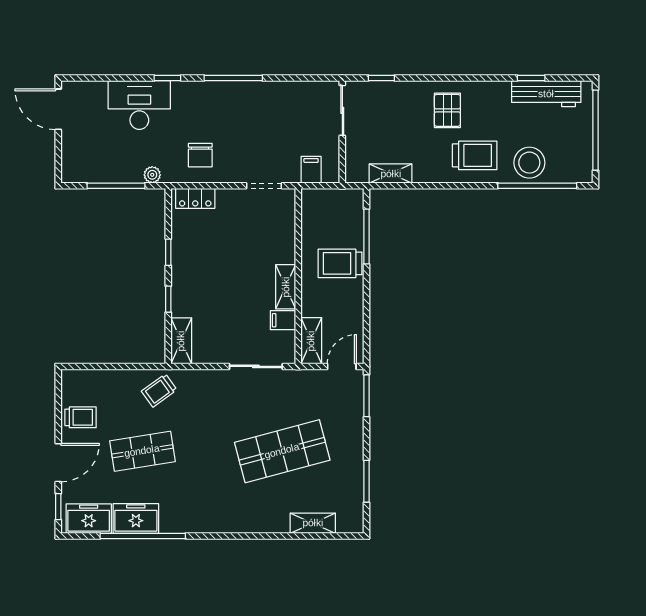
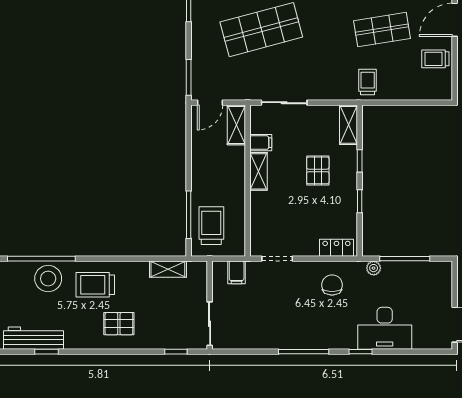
pallet: (447, 110) -> (119, 324), turned 90
trolley: (340, 263) -> (211, 226), moved, turned -90
pallet: (217, 288) -> (318, 170), added
trolley: (159, 390) -> (368, 82), turned -54

